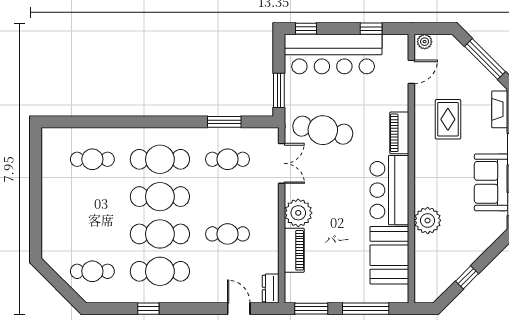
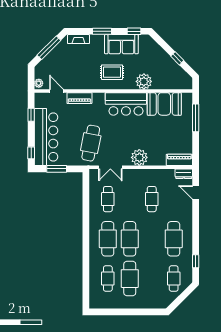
window: (279, 90) -> (57, 169), moved
rug: (448, 119) -> (112, 72), moved
window: (224, 122) -> (86, 201), removed
piano: (399, 133) -> (79, 98), moved
double door: (282, 163) -> (110, 167), swing flipped
cafe table: (160, 234) -> (130, 279), moved
piano: (294, 250) -> (179, 160), moved
window: (148, 309) -> (196, 261), moved
door: (239, 309) -> (196, 192), hinge flipped
window: (311, 309) -> (196, 150), removed

